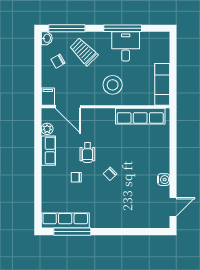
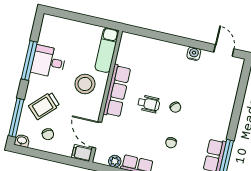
exam couch: (162, 84) -> (107, 50), moved, turned 90
door: (68, 107) -> (97, 135), swing flipped
row of seats: (140, 116) -> (117, 91), moved
wheelchair: (87, 153) -> (149, 104), moved

